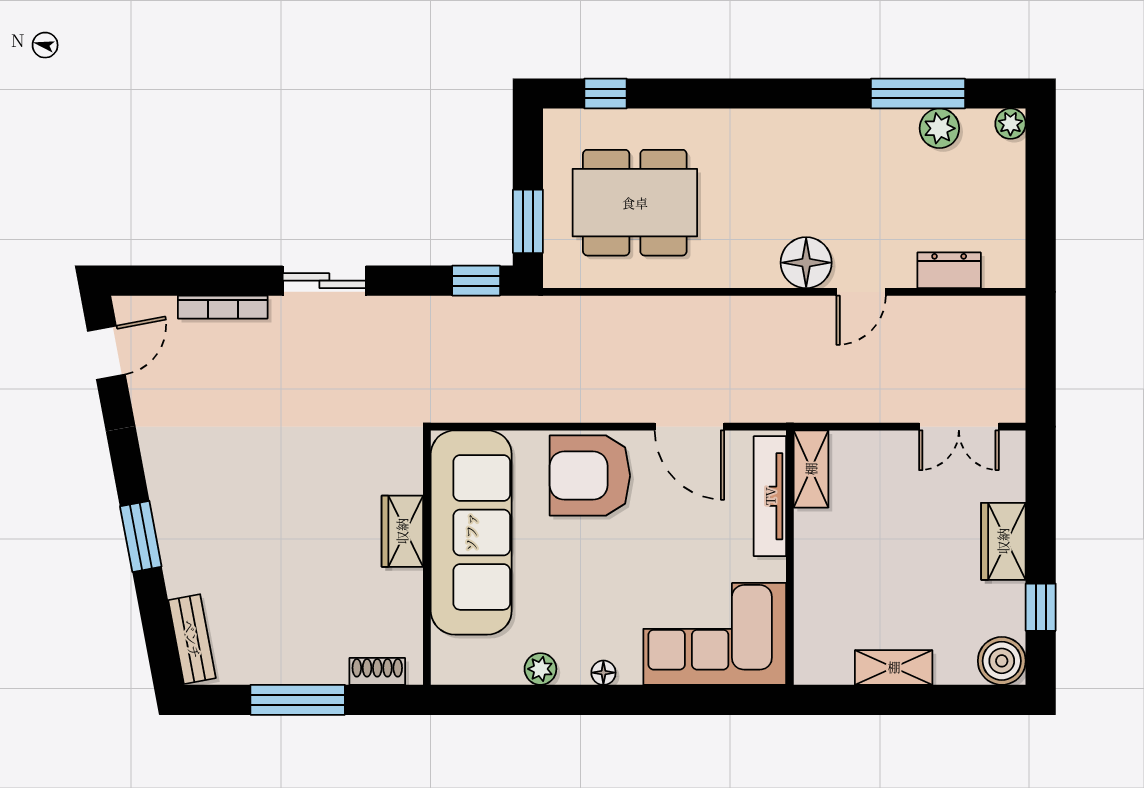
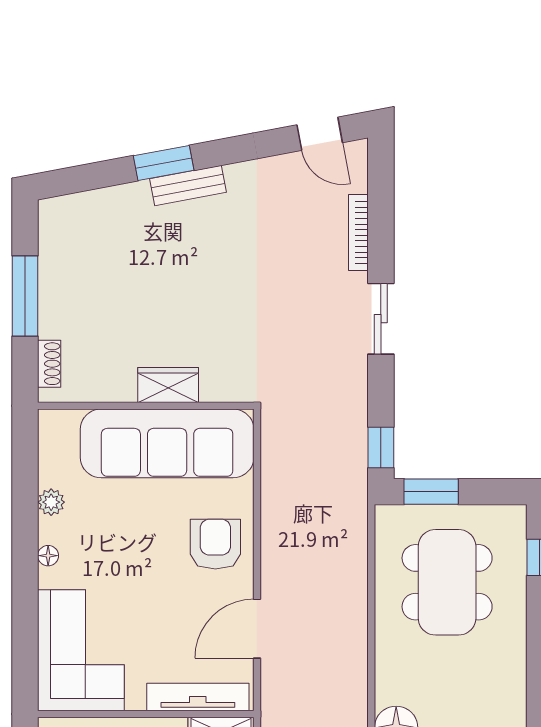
armchair: (590, 476) -> (215, 544), width x0.73, depth x0.73
bench: (192, 639) -> (188, 185), moved

